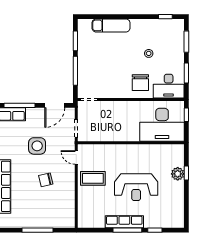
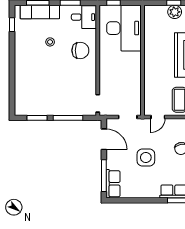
exam couch: (111, 25) -> (40, 12), moved, turned 90
desk: (169, 86) -> (84, 17), width x0.73

